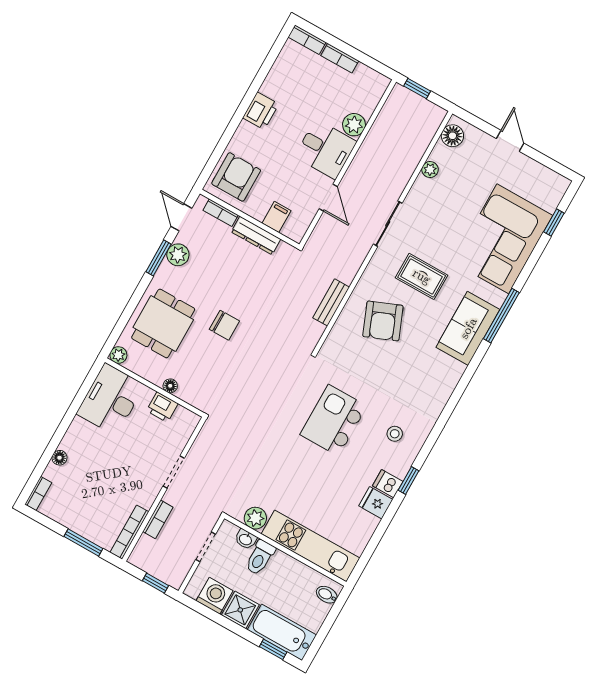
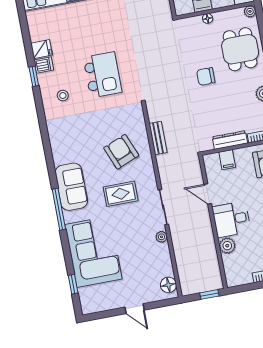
plant: (430, 170) -> (161, 237), moved

